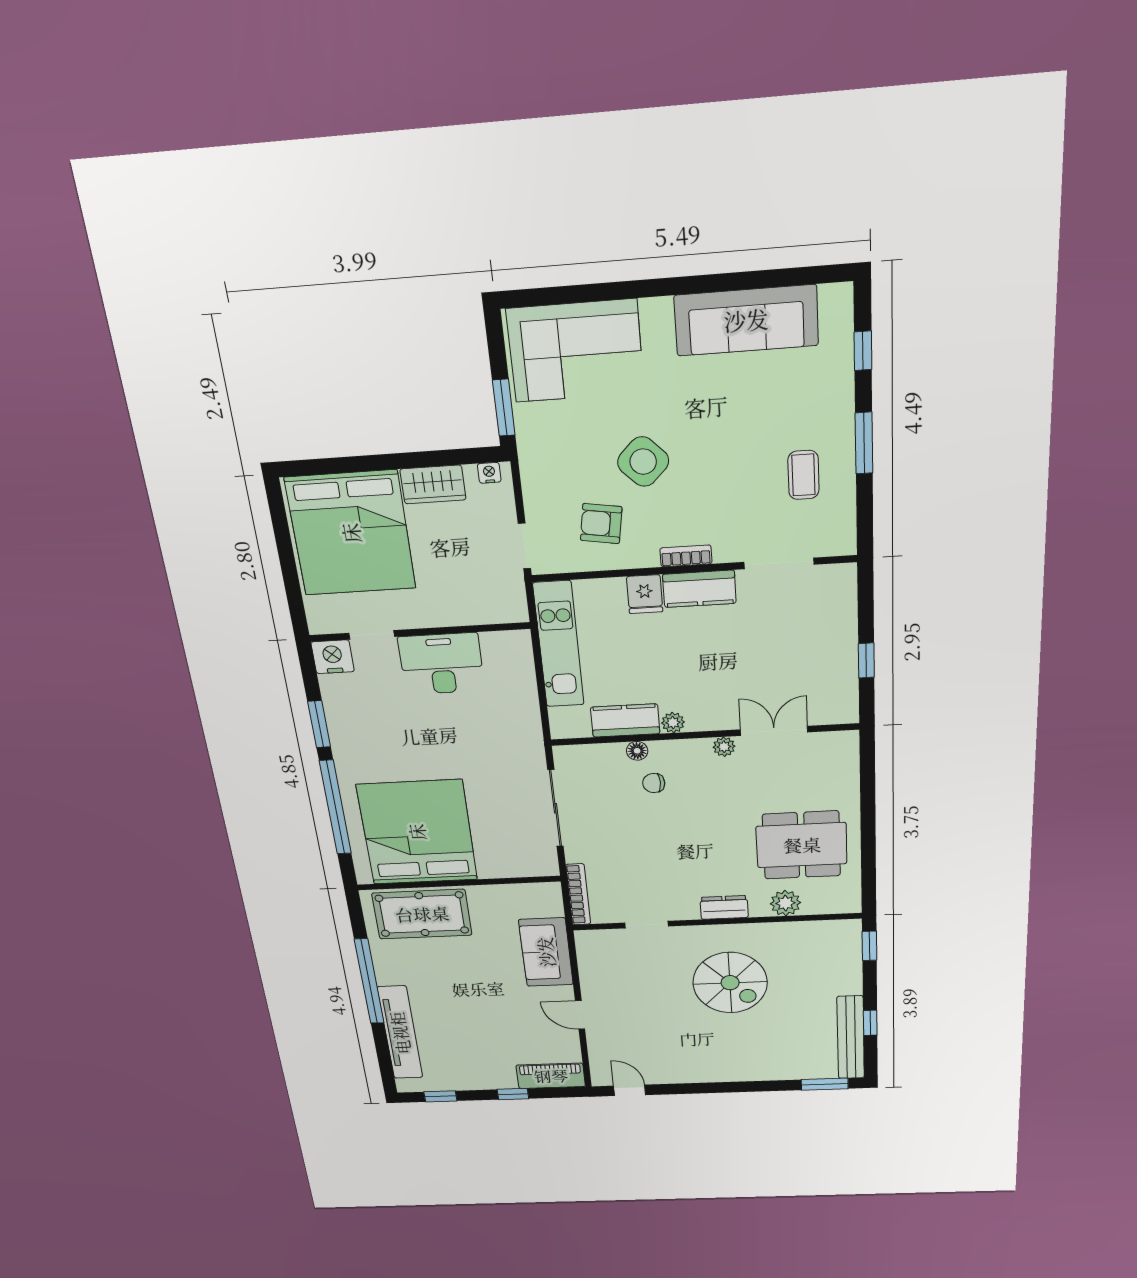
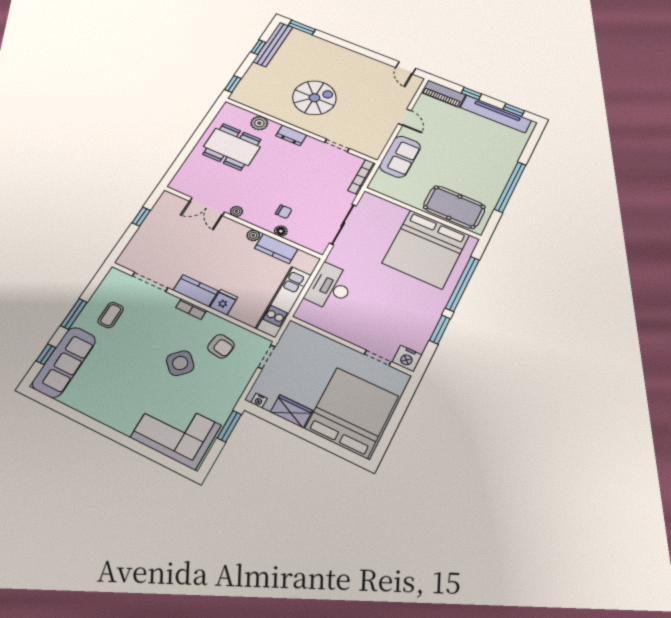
sofa: (746, 320) -> (64, 362), moved, turned 90
desk: (441, 664) -> (330, 287), moved, turned 90
spiral stairs: (730, 983) -> (314, 98), turned 90
tv unit: (400, 1033) -> (496, 114), moved, turned -90

